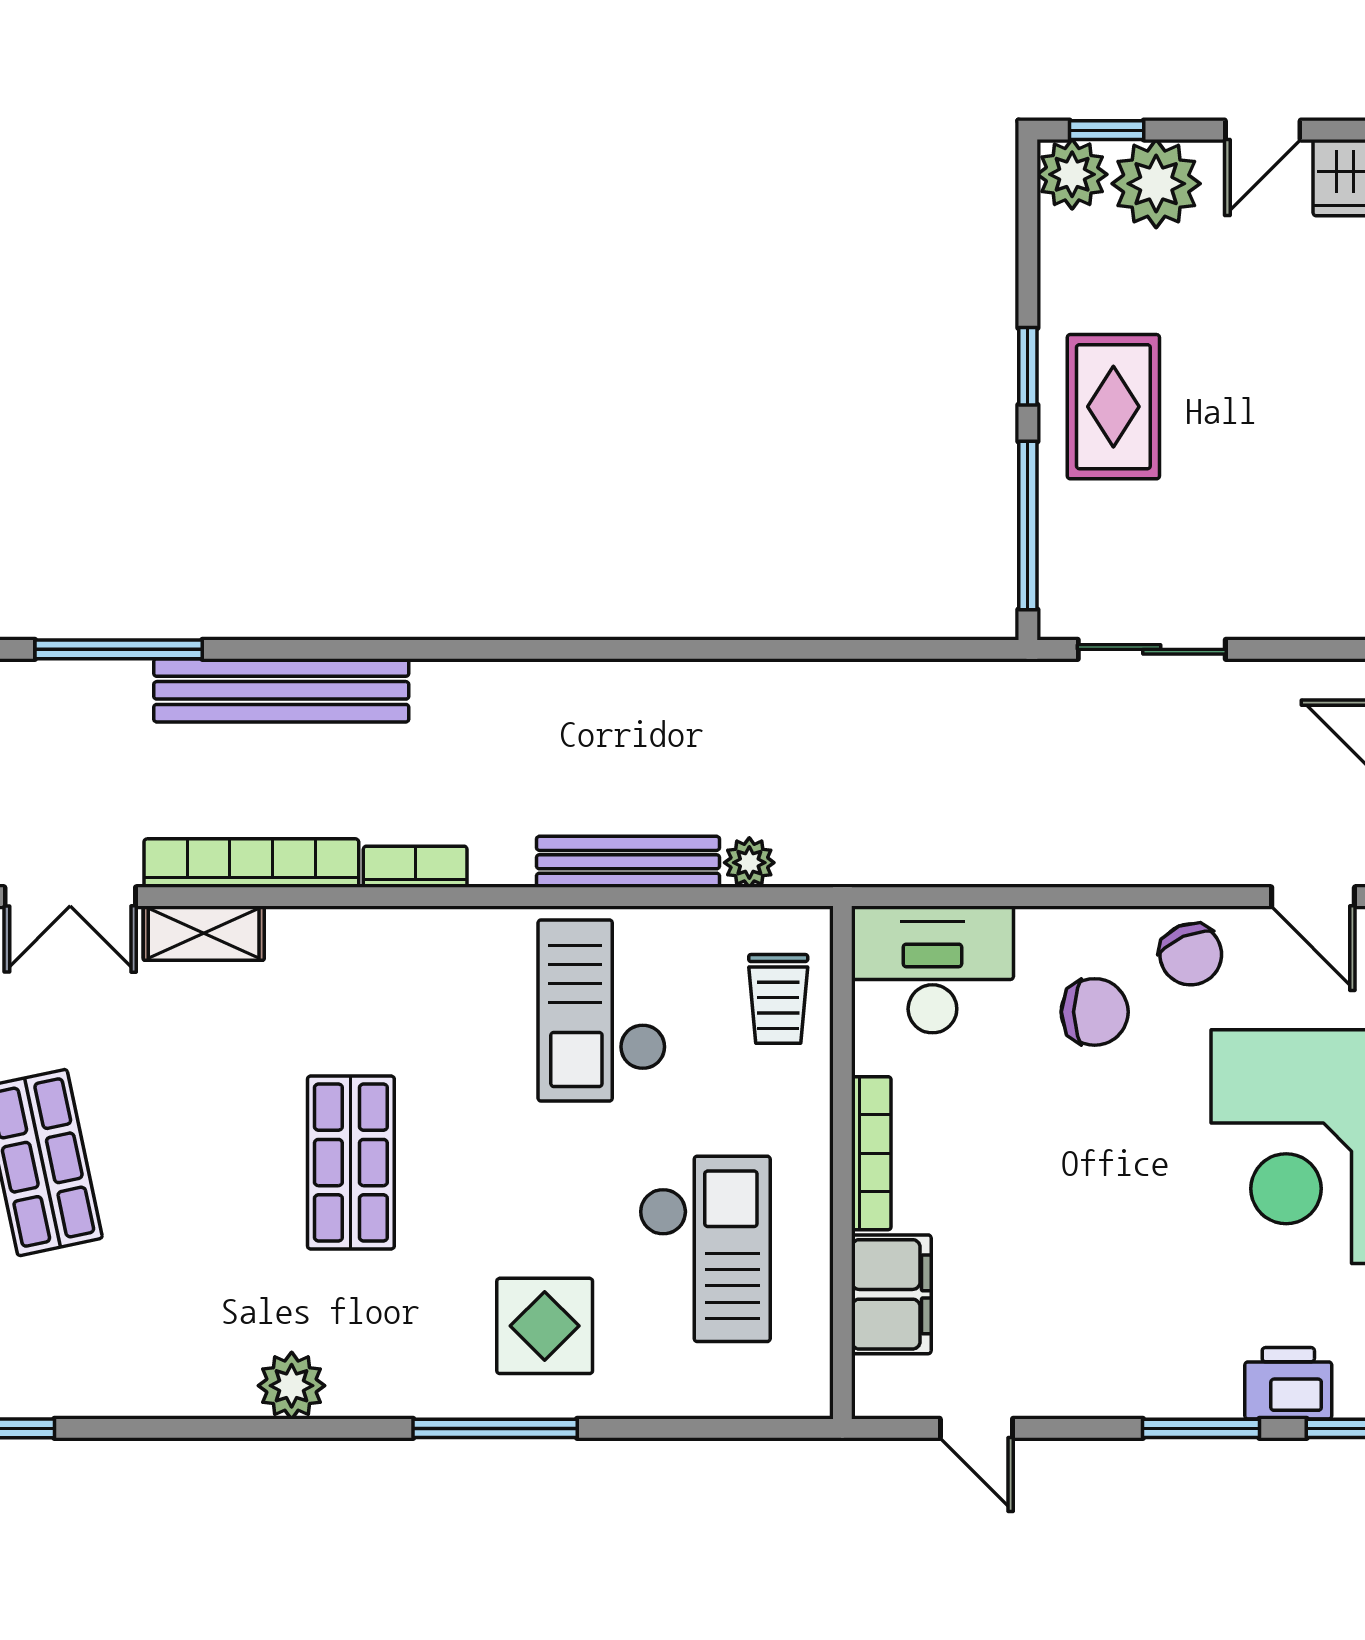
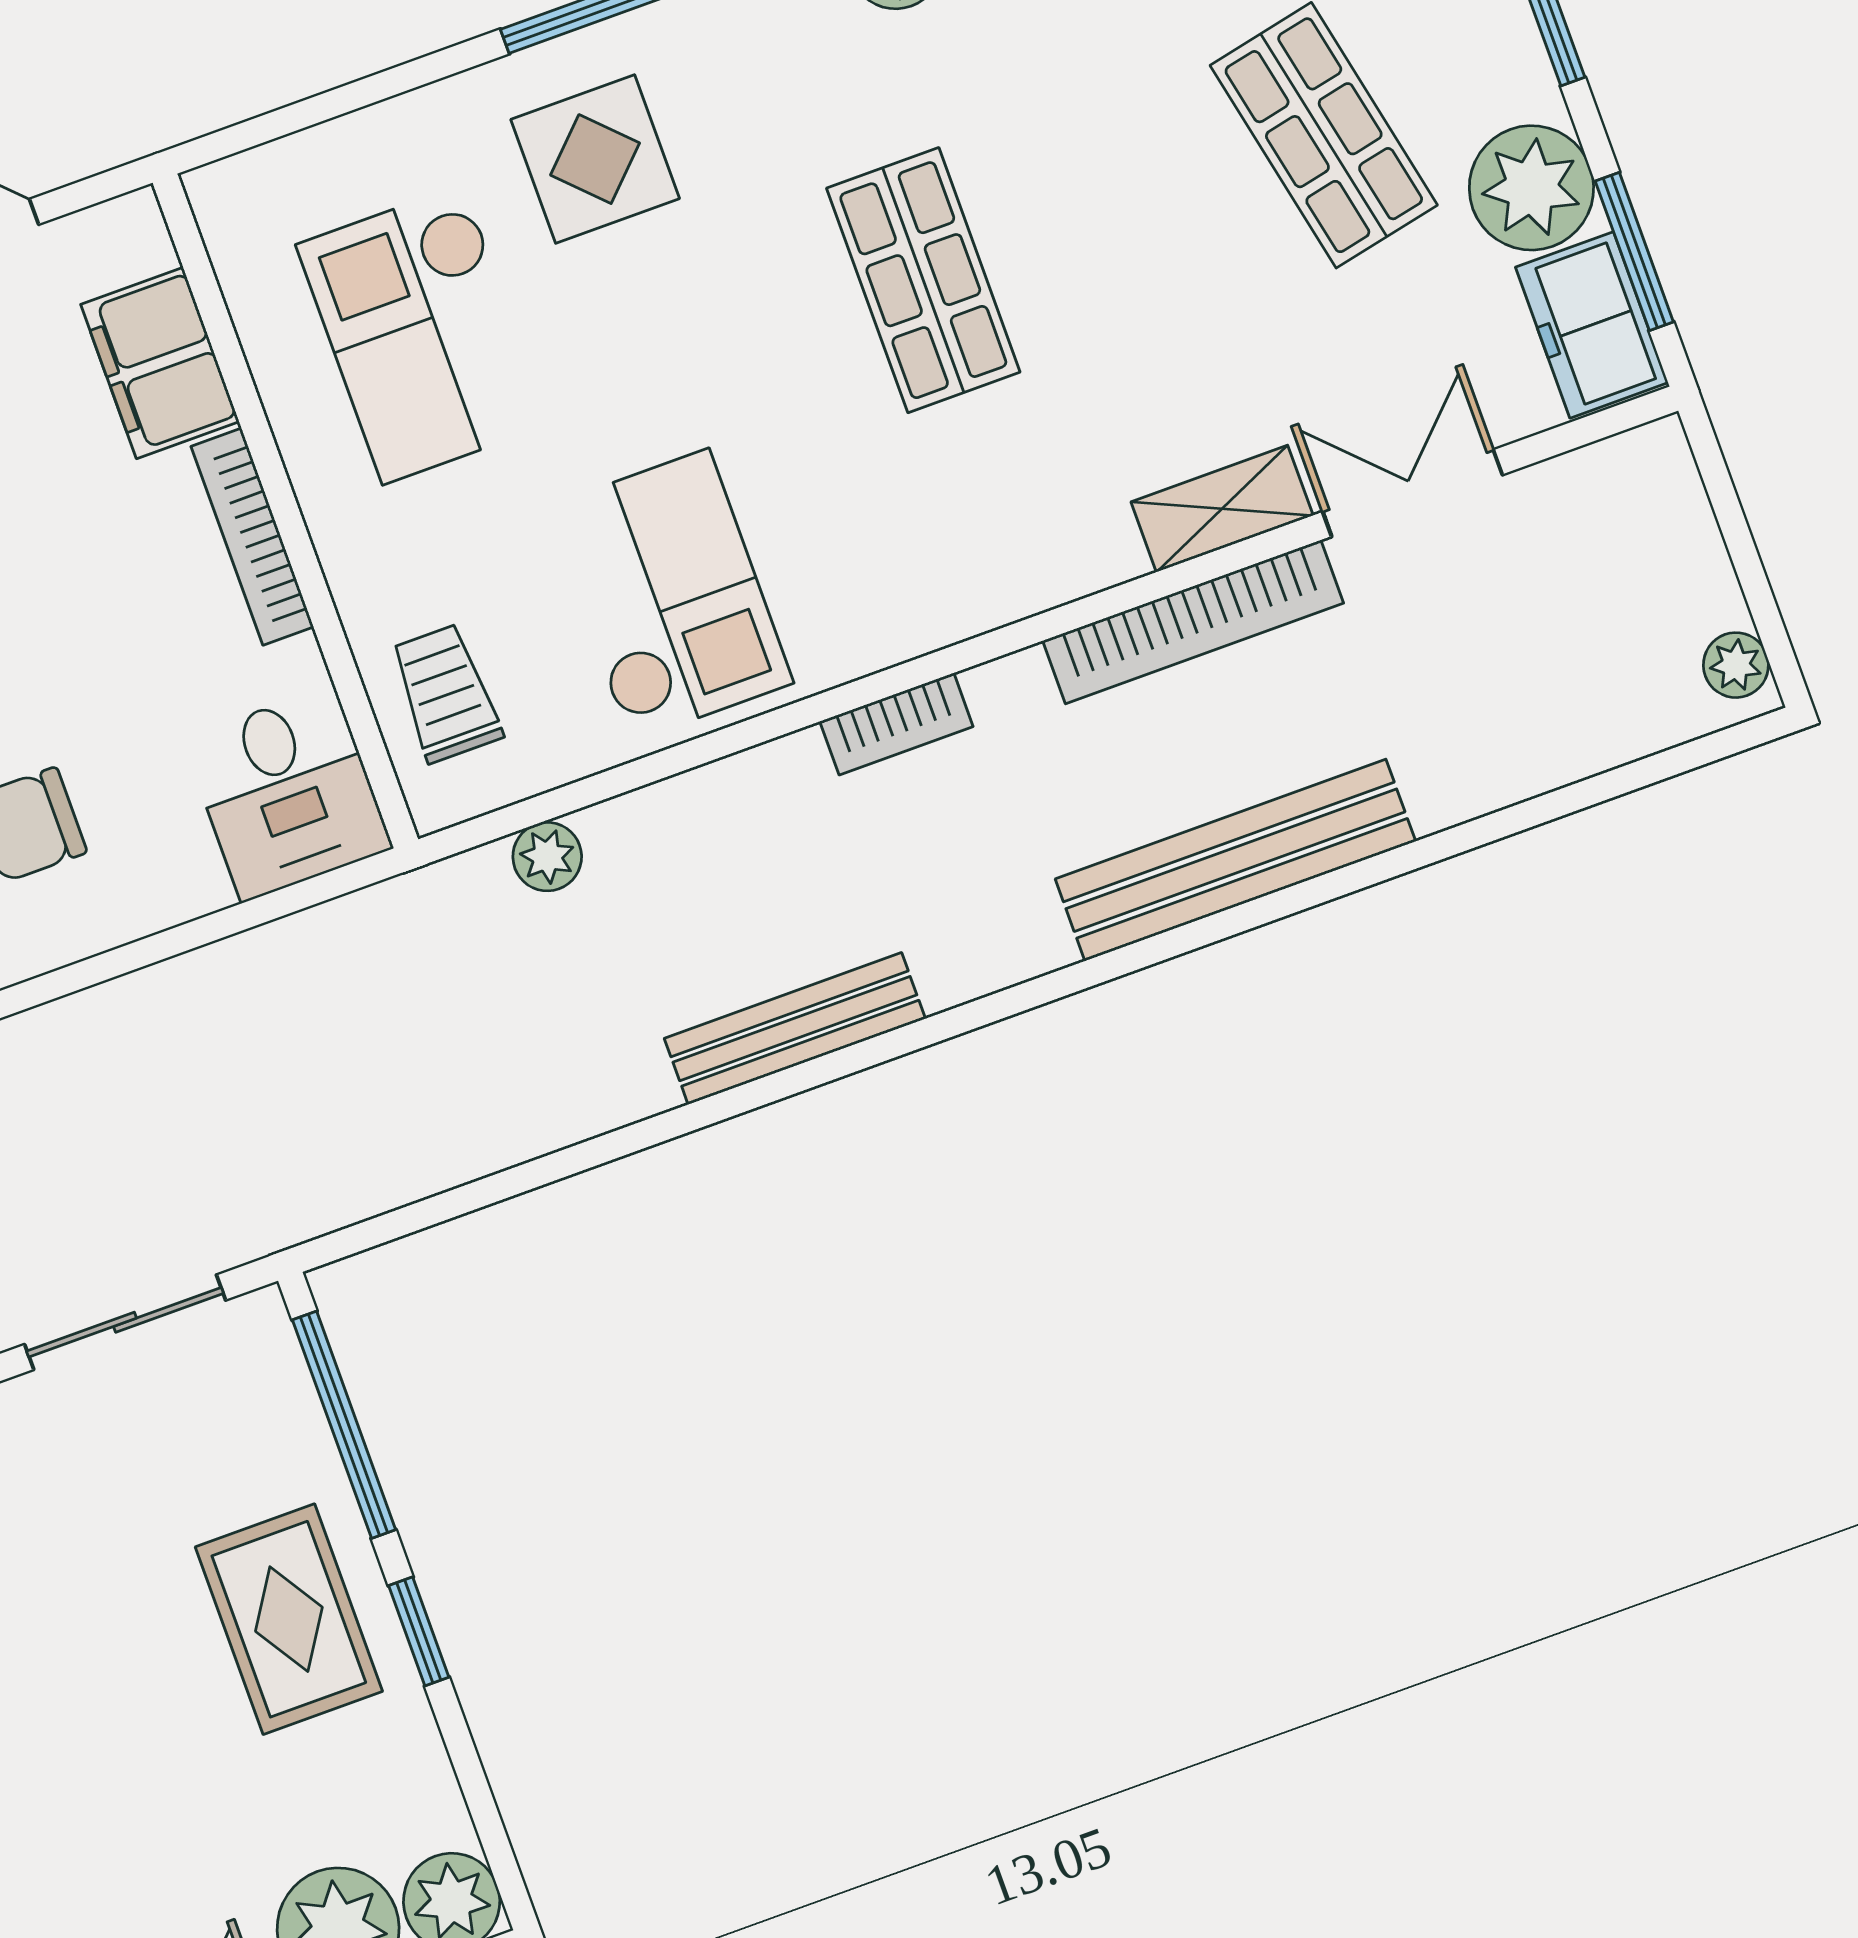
window: (119, 649) -> (1466, 837), removed
bench: (628, 862) -> (795, 1029), moved
bookcase: (415, 867) -> (896, 724), moved
desk: (932, 969) -> (288, 794), width x0.73

